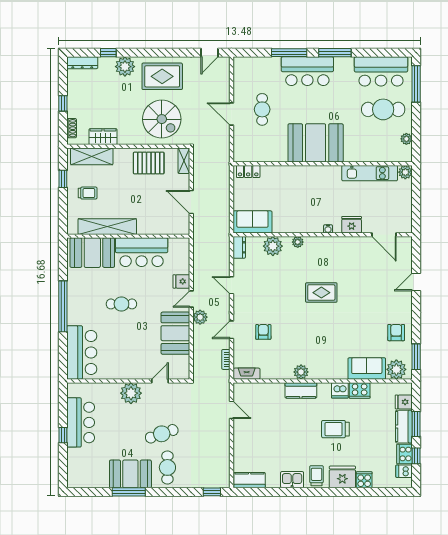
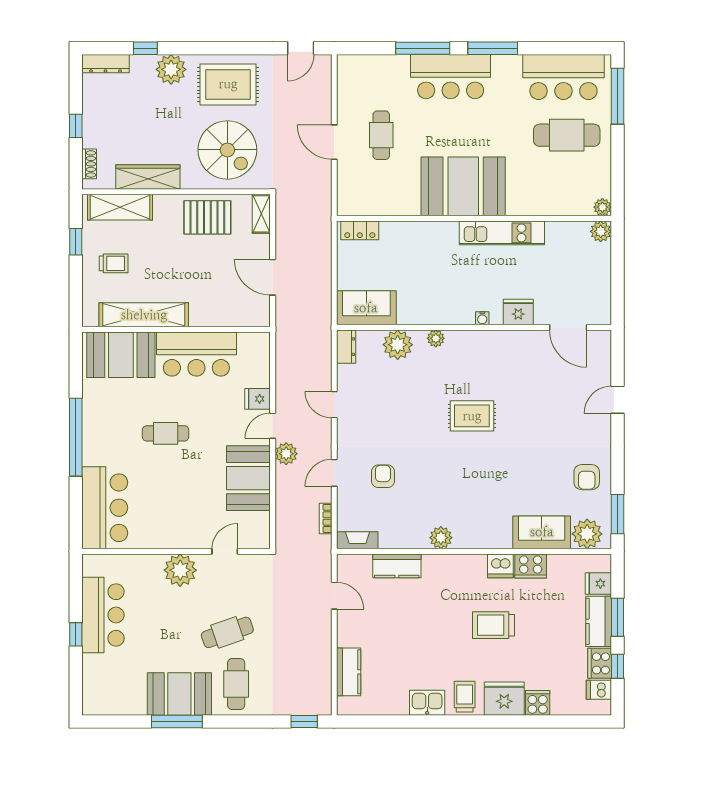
wardrobe: (103, 137) -> (148, 177), width x1.50
plant: (406, 139) -> (602, 207), moved
kitchen unit: (370, 173) -> (502, 233), moved
armchair: (396, 333) -> (587, 477), turned 180
kitchen counter: (301, 390) -> (397, 566), moved
kitchen counter: (250, 480) -> (349, 672), moved, turned 90

